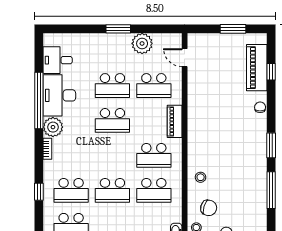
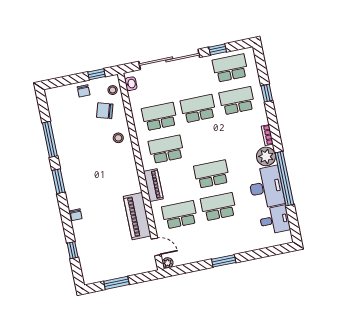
plant: (142, 43) -> (168, 263), moved, width x0.53, depth x0.53
piano: (257, 68) -> (137, 216), moved, turned 180

